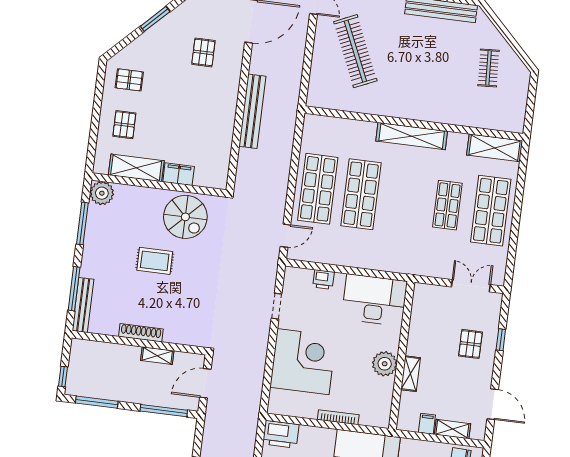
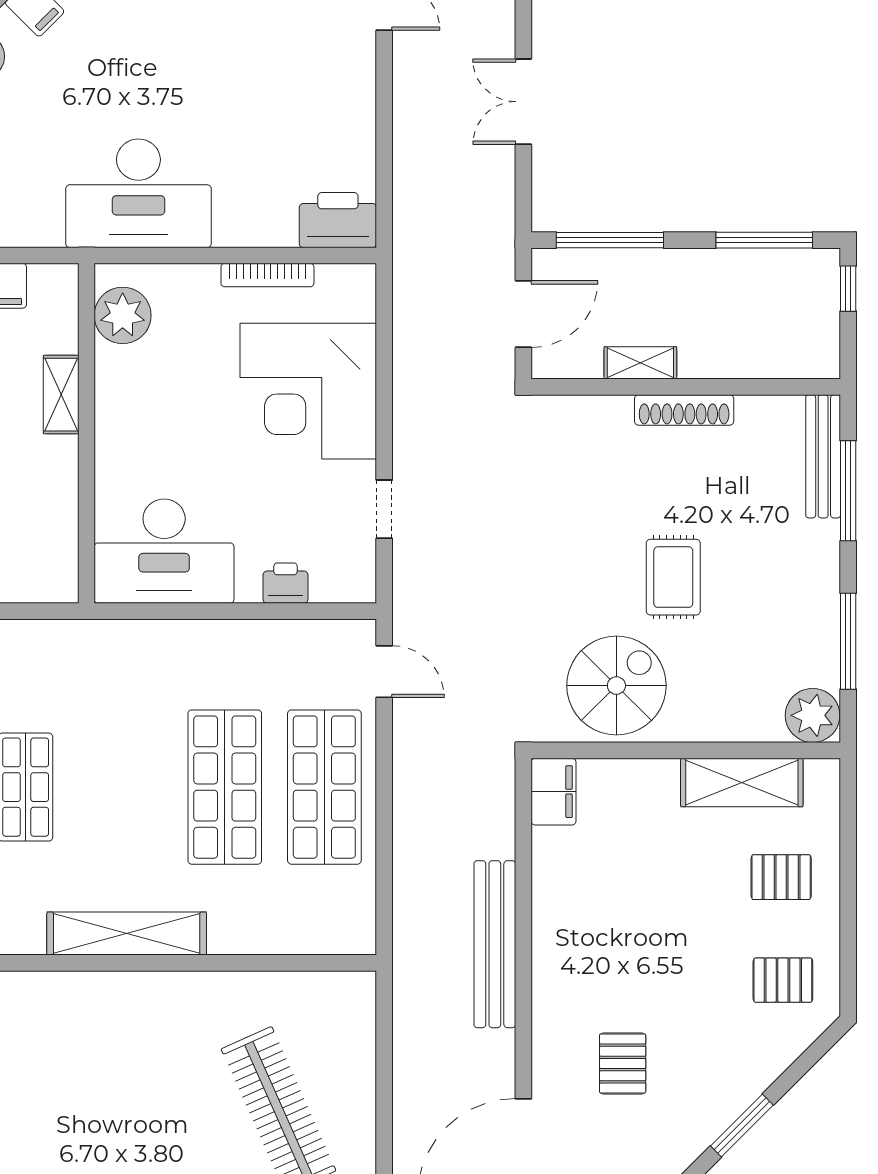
pallet: (124, 125) -> (781, 877), turned 90
filing cabinet: (179, 174) -> (553, 792), moved, turned -90
spiral stairs: (185, 217) -> (616, 686), turned 90
door: (285, 236) -> (384, 672), swing flipped
rug: (155, 261) -> (673, 577), turned 90
plant: (385, 364) -> (123, 315), moved
bookcase: (338, 417) -> (267, 275), moved

